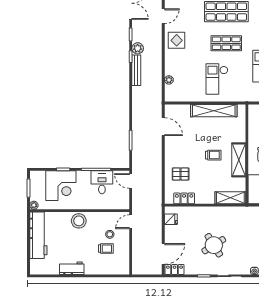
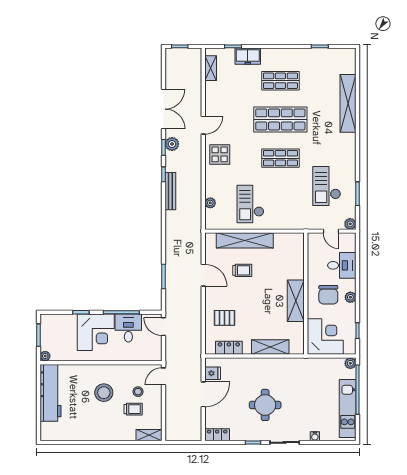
plant: (138, 48) -> (172, 144), moved
checkout: (217, 79) -> (250, 204), moved
shelving: (214, 111) -> (245, 240), moved
door: (163, 127) -> (203, 275), moved
trolley: (213, 155) -> (242, 270), moved
corner desk: (61, 186) -> (96, 332), moved
shelving: (230, 198) -> (270, 347), moved
stool: (79, 221) -> (104, 393), moved
round table: (214, 245) -> (265, 405), turned 32
door: (163, 254) -> (203, 394), moved
workbench: (72, 268) -> (92, 433), removed
shelving: (119, 270) -> (149, 435), added

